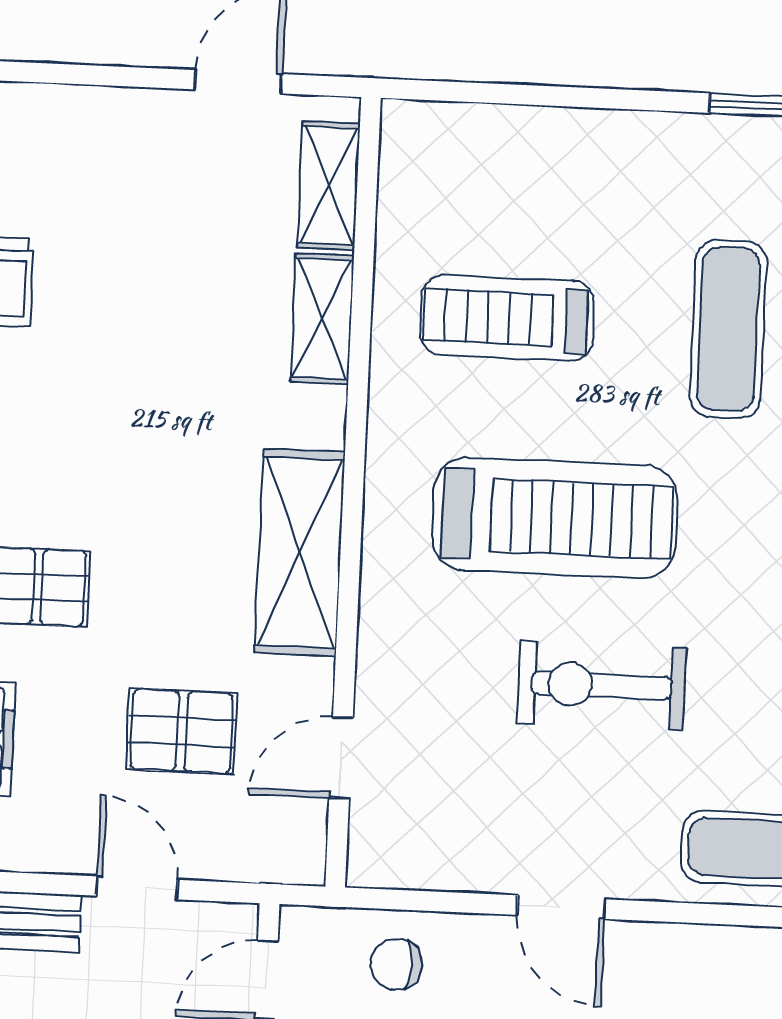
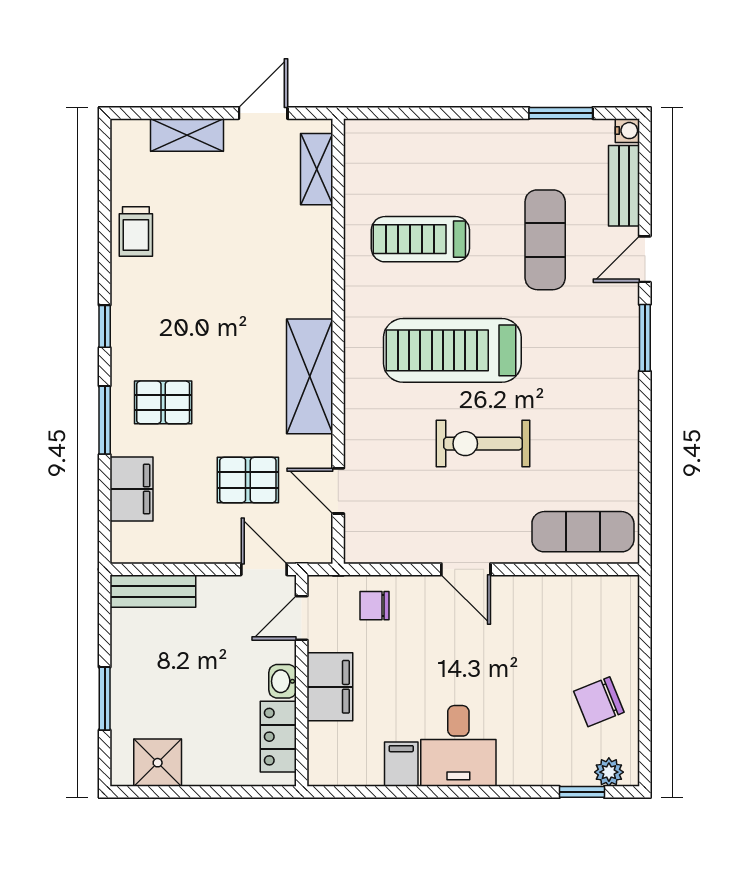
shelving: (322, 319) -> (187, 135), moved, turned 90
treadmill: (555, 518) -> (452, 350), turned 180
door: (341, 758) -> (338, 491), hinge flipped
door: (137, 888) -> (264, 569), moved

